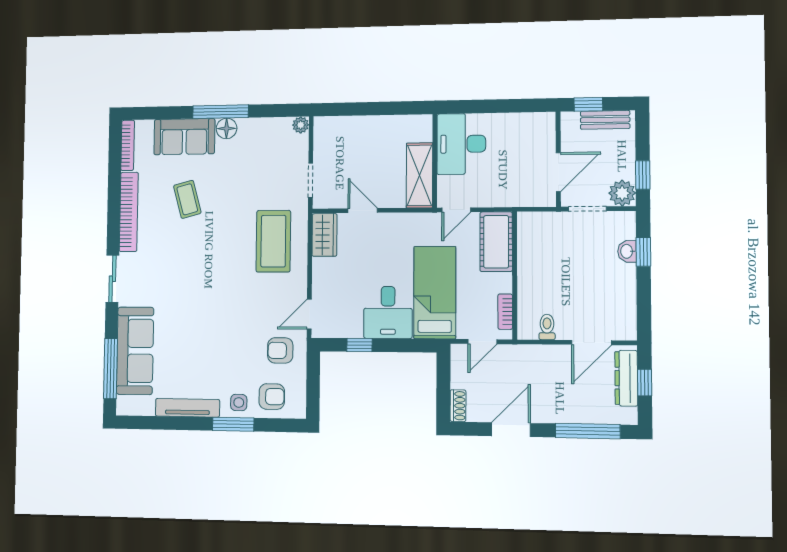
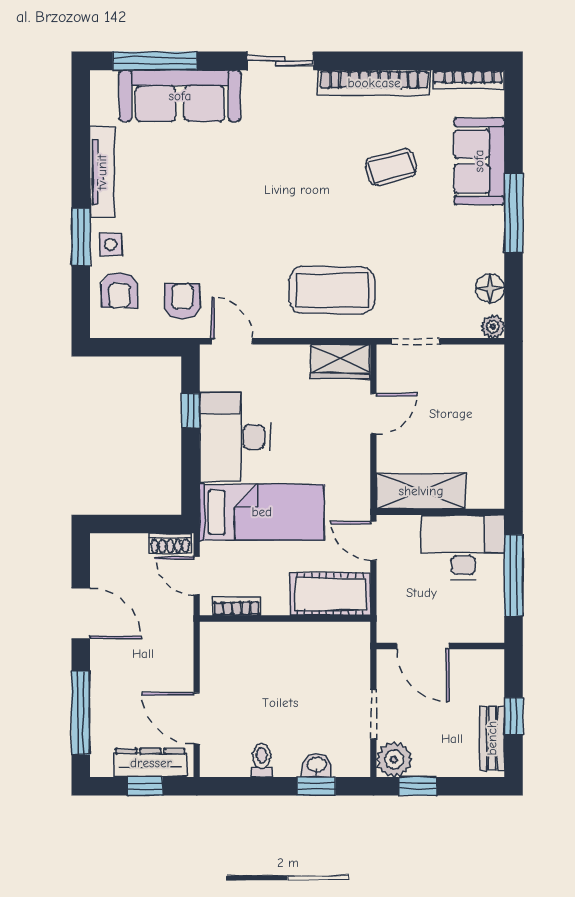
window: (482, 106) -> (514, 575), added
floor lamp: (227, 128) -> (490, 288), moved
wall: (558, 159) -> (440, 646), moved
door: (558, 172) -> (423, 646), moved
desk: (388, 312) -> (235, 437), width x1.37
toilet: (547, 327) -> (262, 760), moved, turned -90
shoe rack: (458, 406) -> (170, 544), moved

